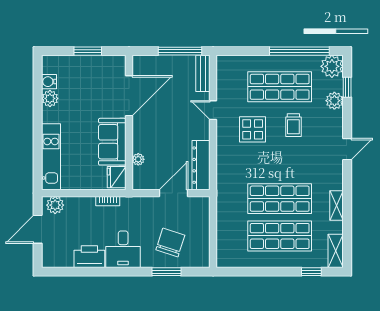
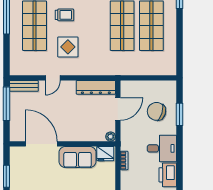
plant: (138, 159) -> (111, 137), moved
door: (174, 193) -> (118, 109), swing flipped

